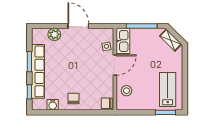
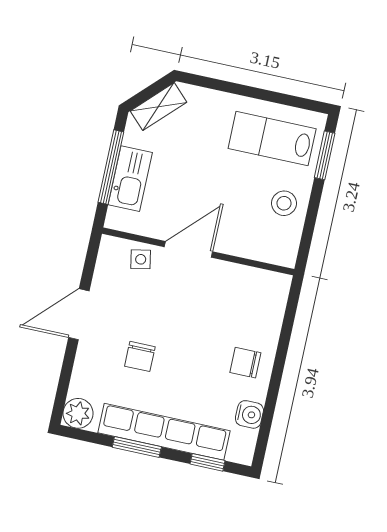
plant: (54, 35) -> (78, 413), moved
kitchen sink: (123, 41) -> (130, 179), moved, turned 90
door: (115, 65) -> (188, 249), hinge flipped
stool: (126, 91) -> (284, 203), moved
chair: (107, 103) -> (140, 356), moved

